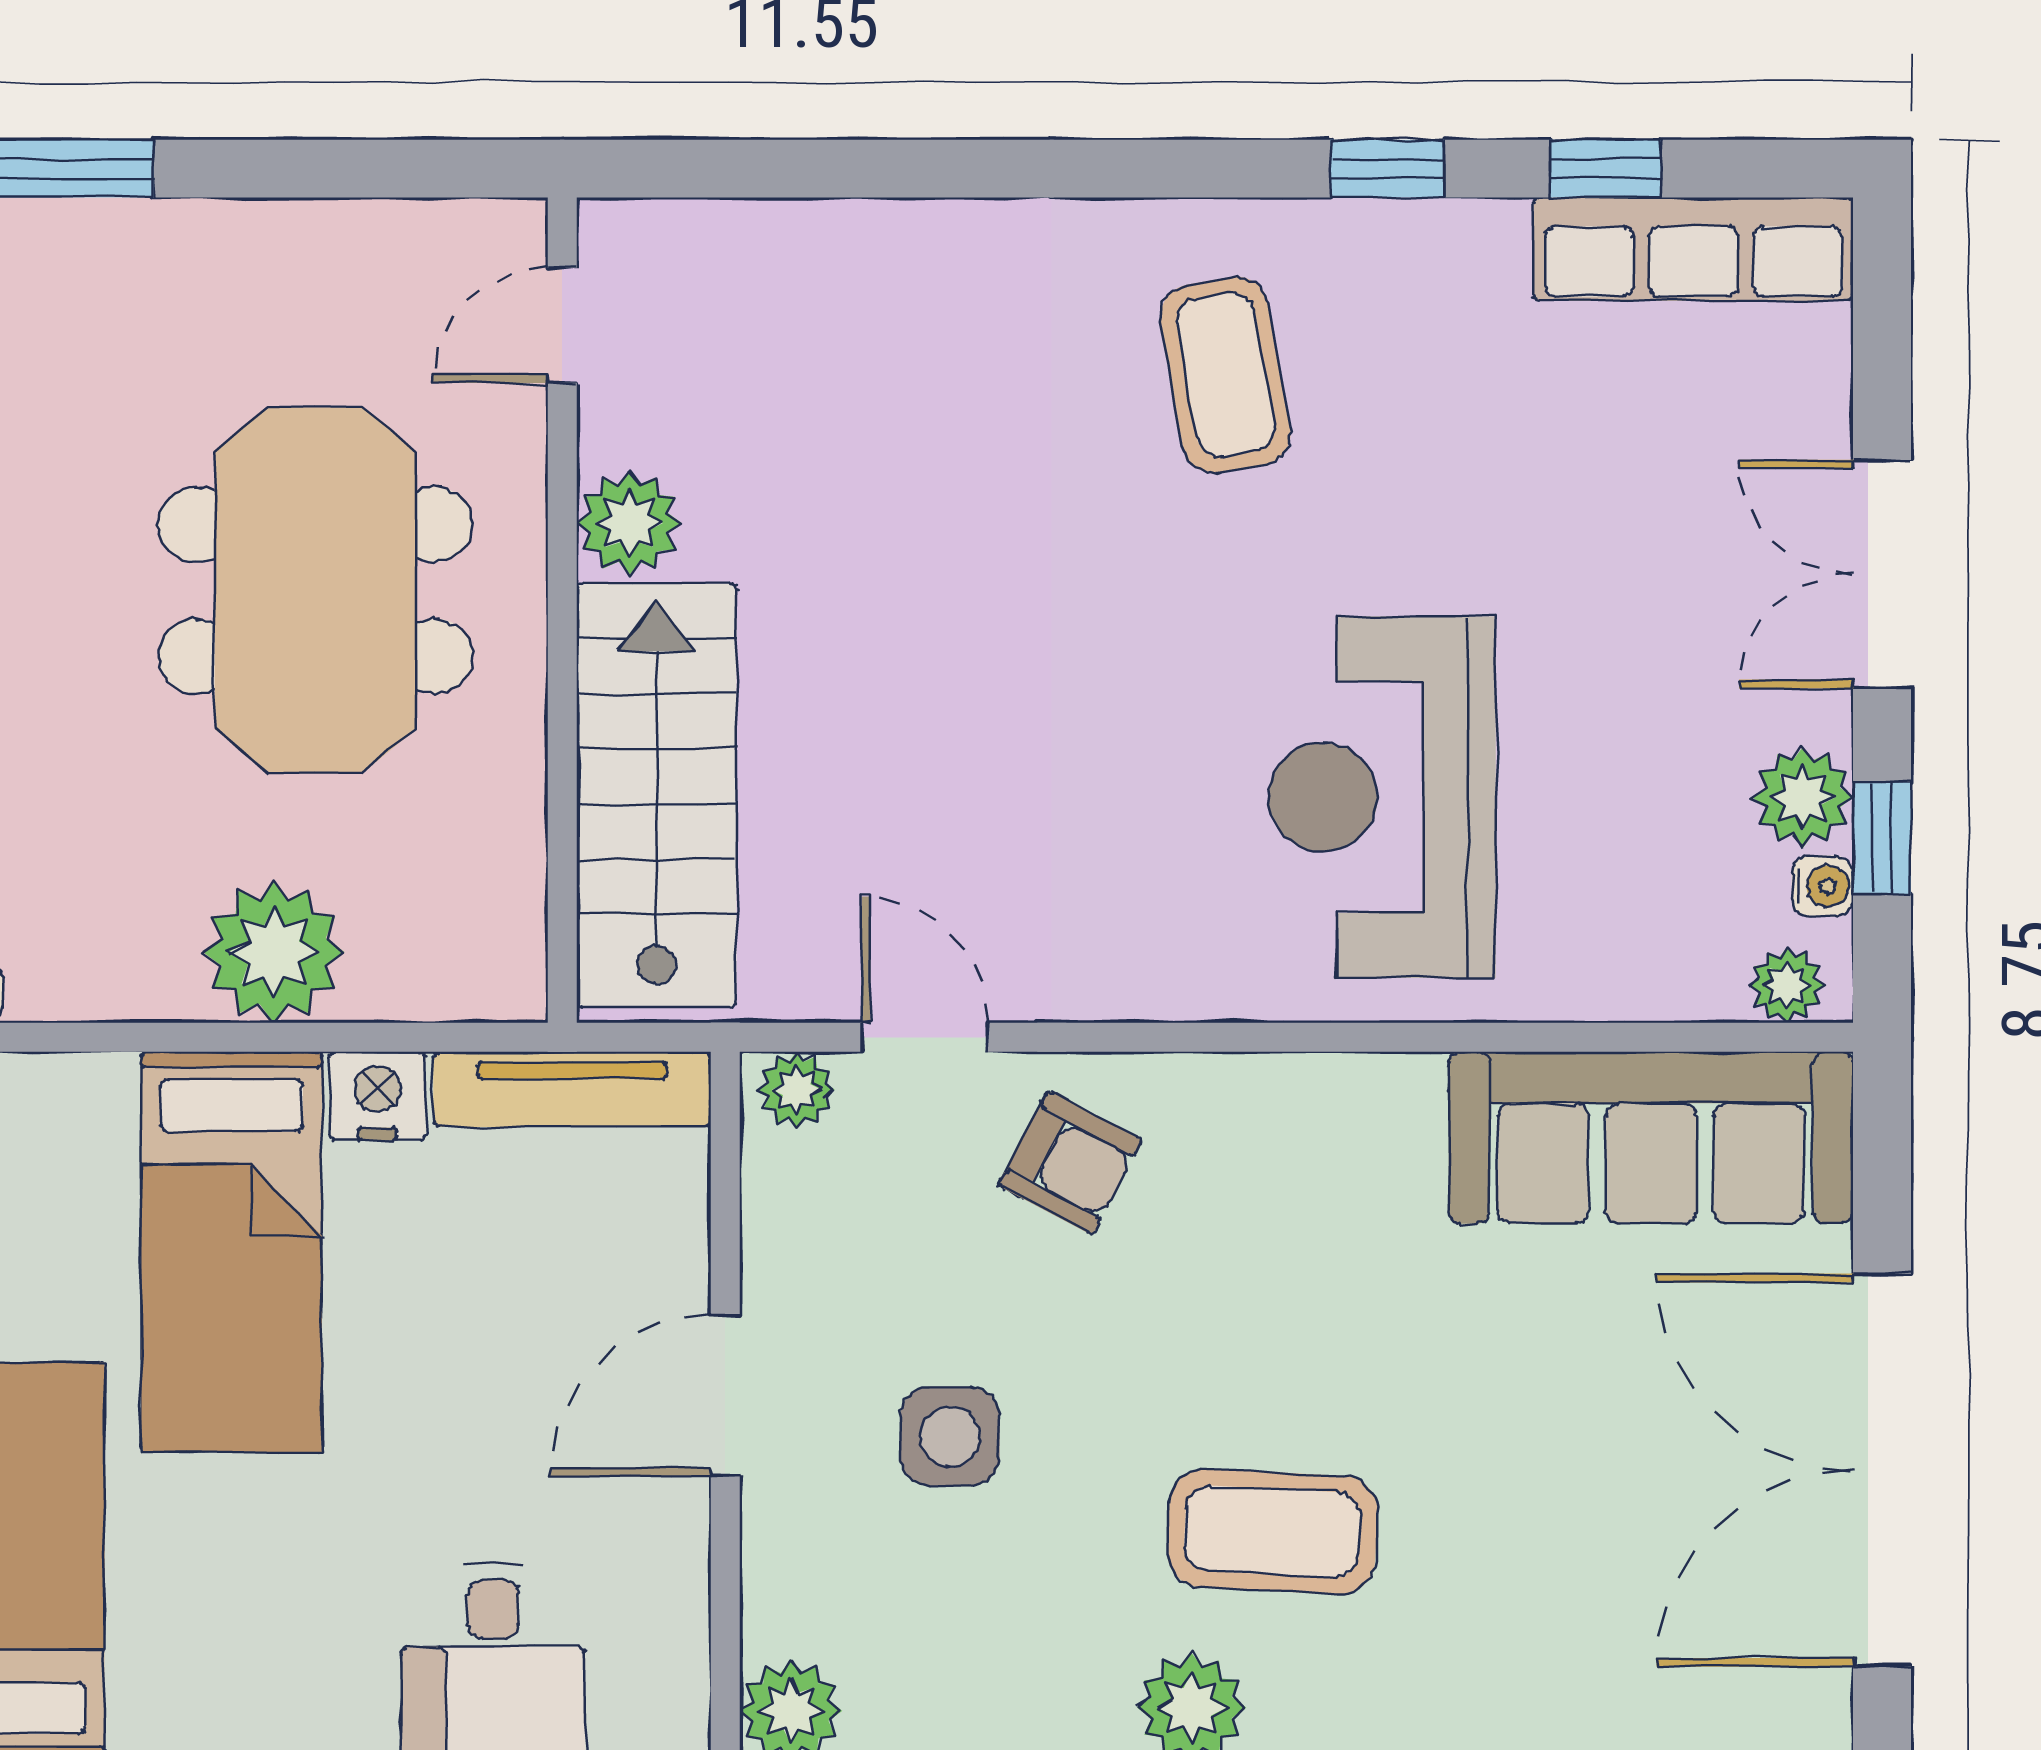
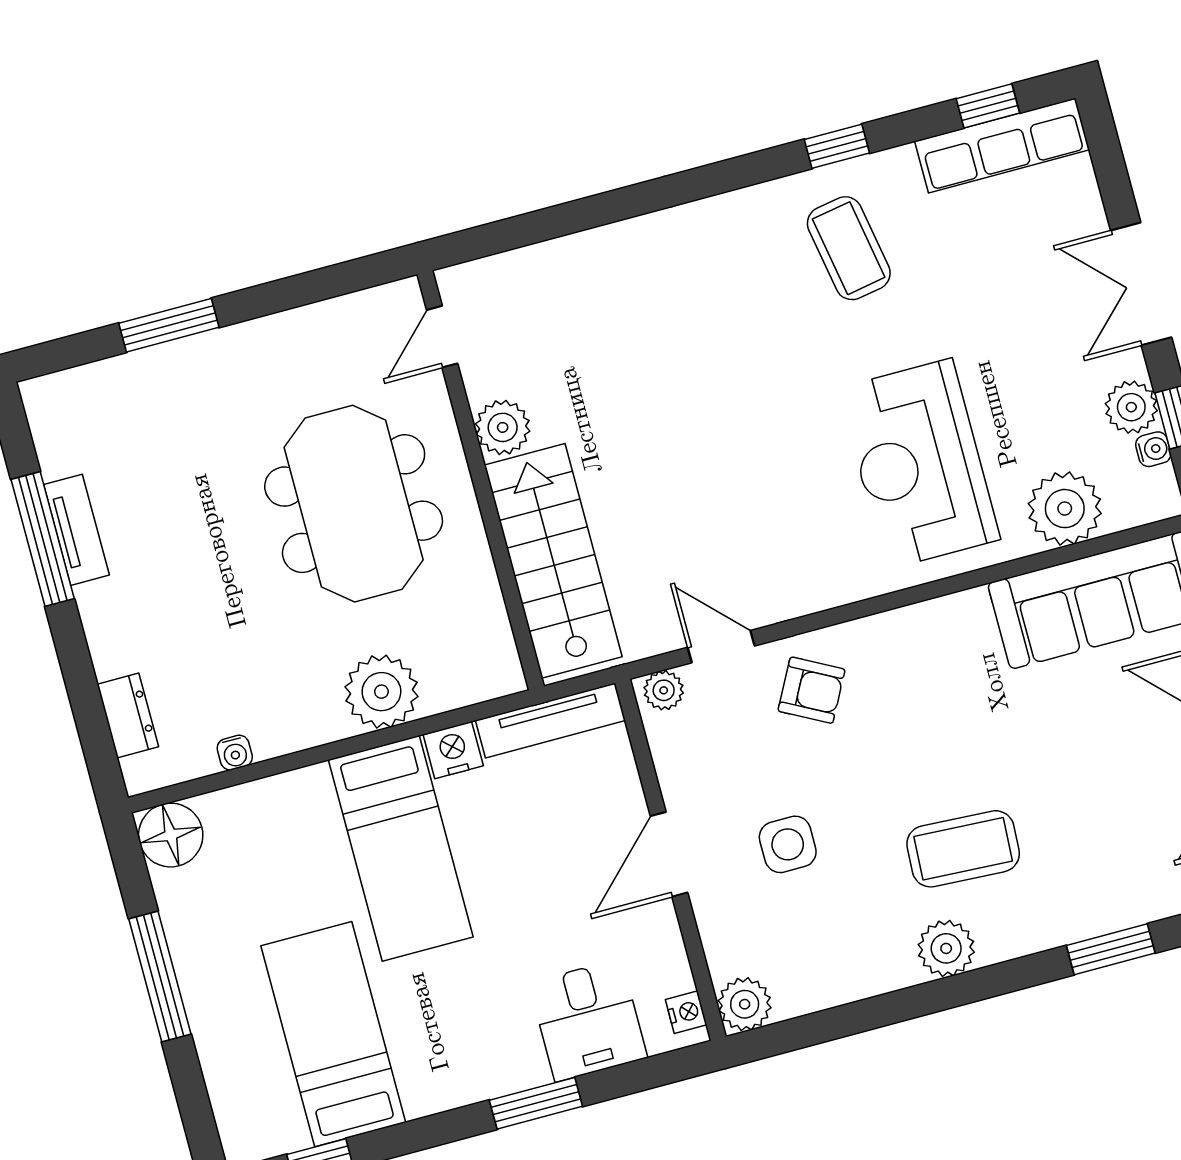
window: (1605, 169) -> (988, 106), moved
coffee table: (1226, 375) -> (849, 248), moved
plant: (1787, 985) -> (1065, 509), moved, width x1.88, depth x1.88
nightstand: (679, 1696) -> (686, 1012), added

